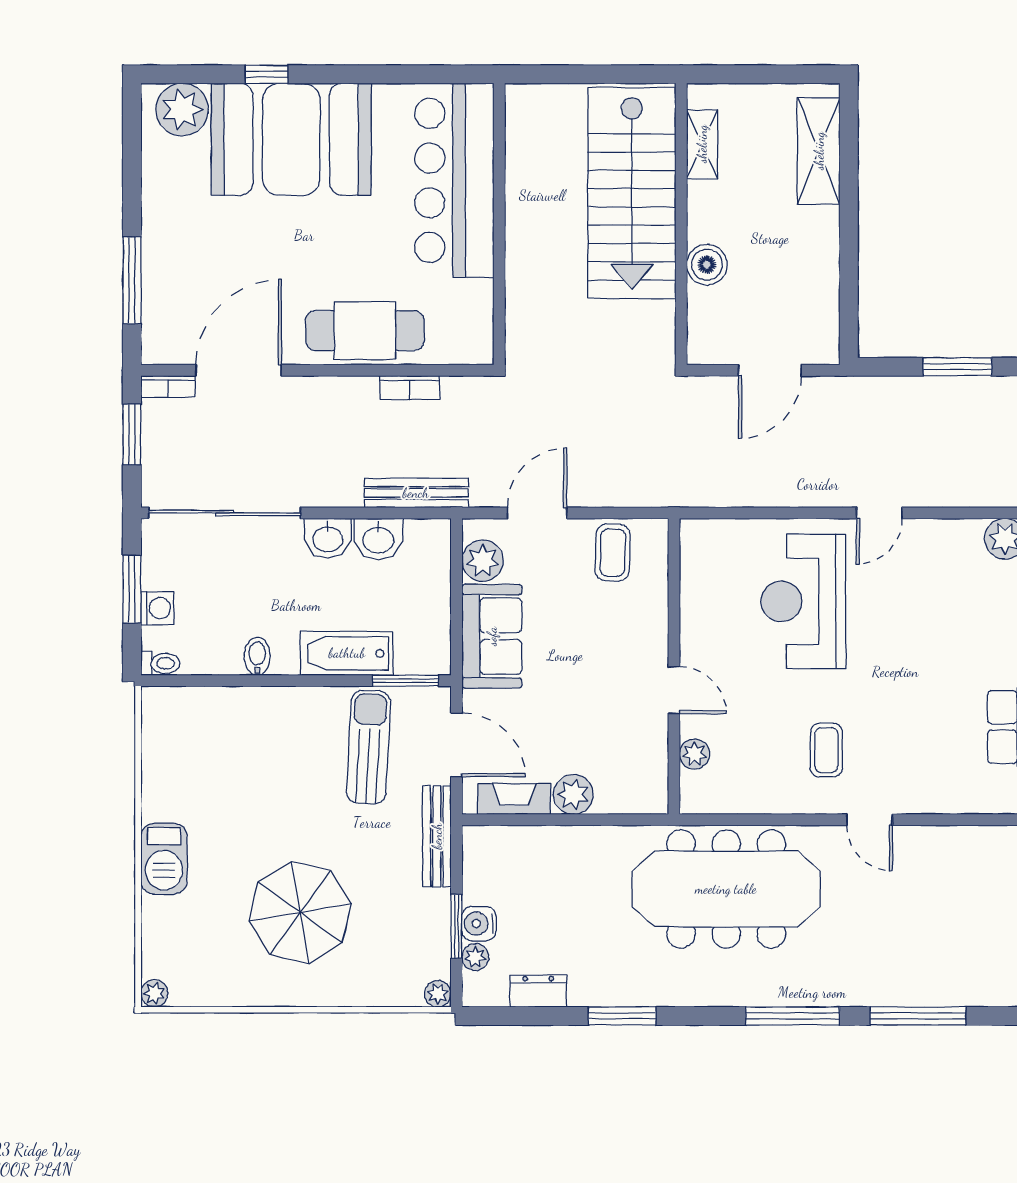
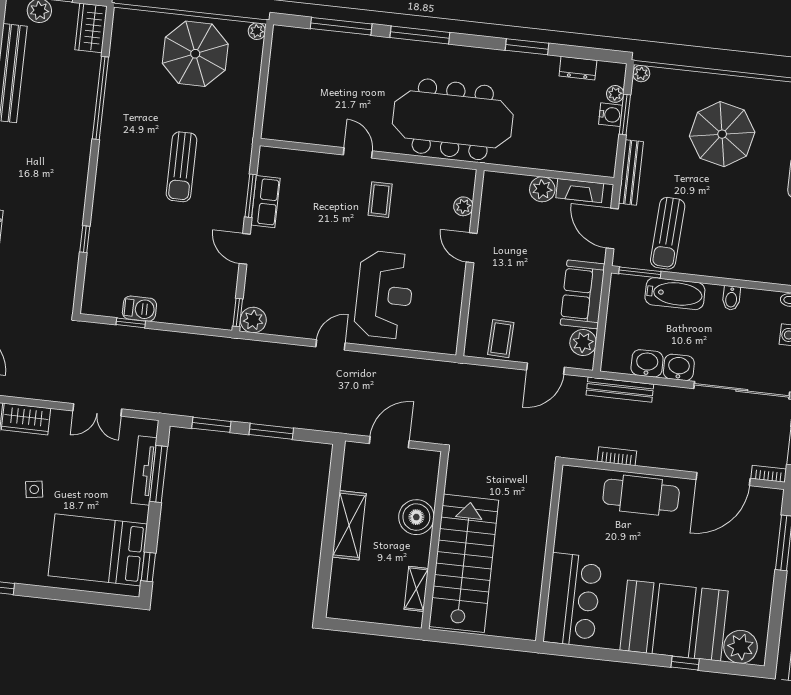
shelving: (819, 151) -> (349, 525), moved
bar counter: (454, 180) -> (573, 600), width x0.73
boiler: (707, 265) -> (416, 517), width x1.37, depth x1.37

